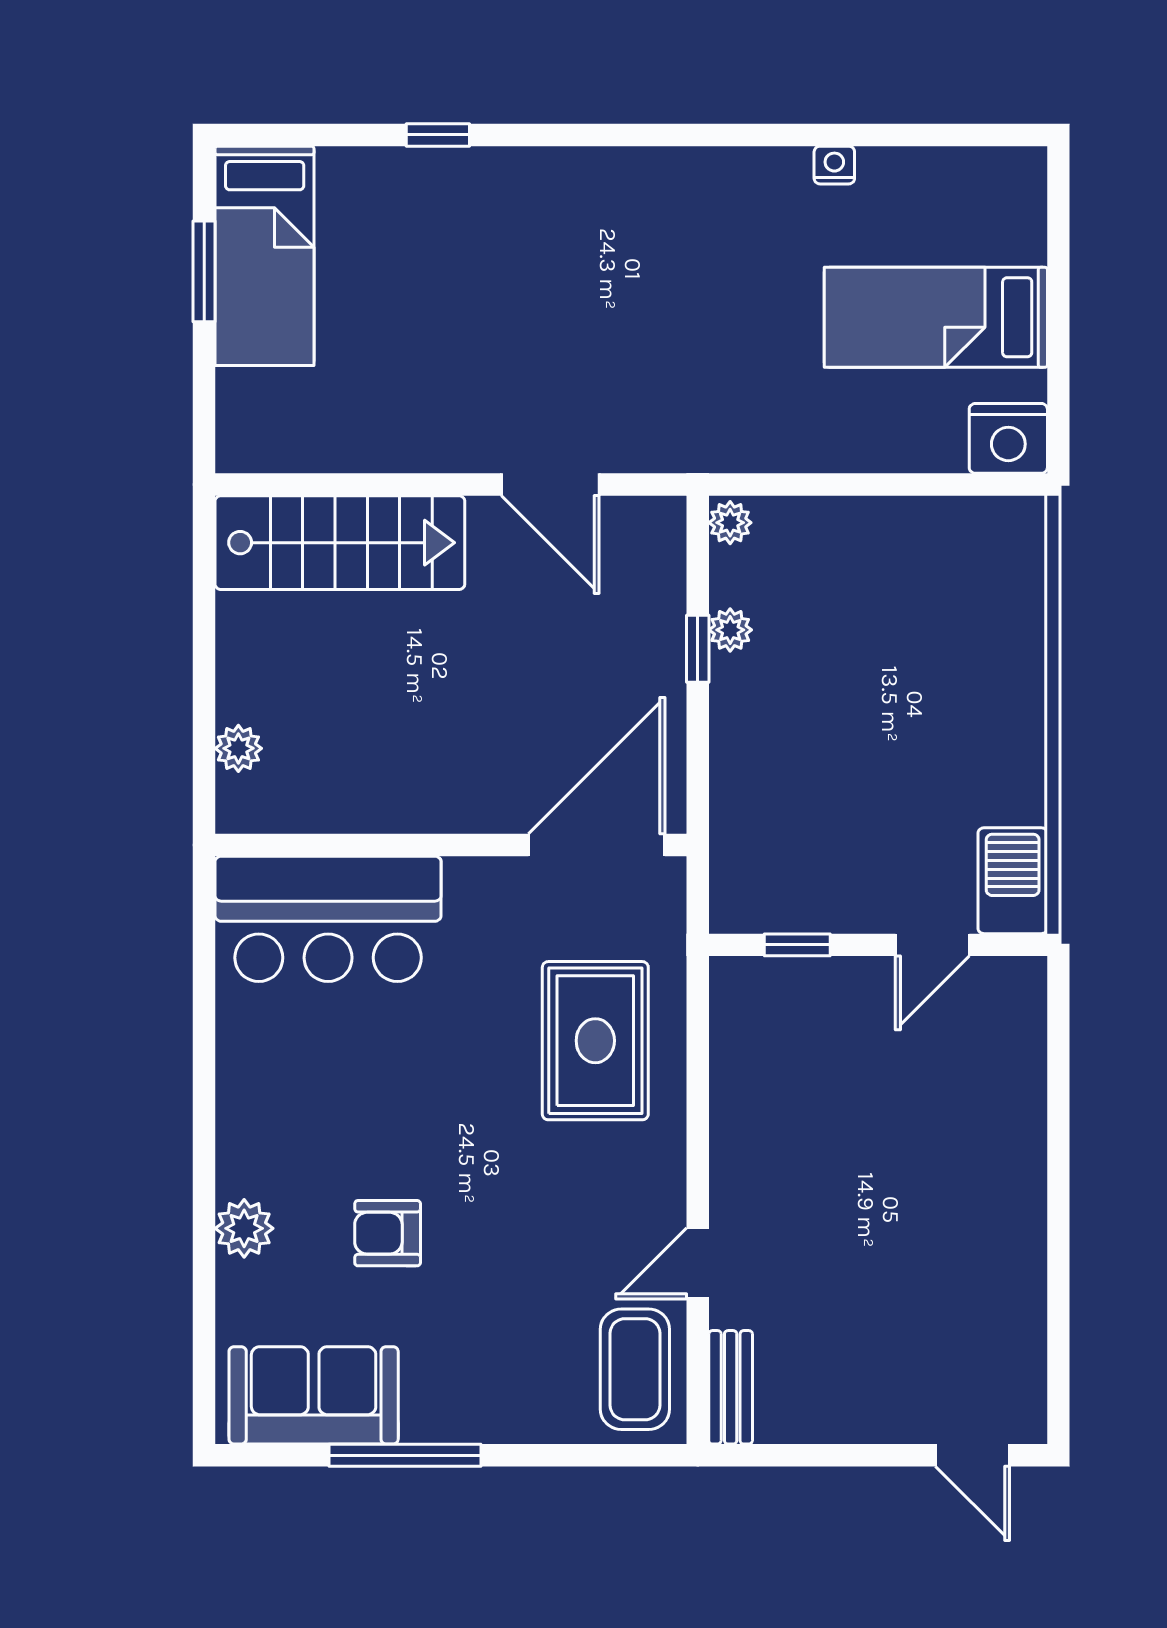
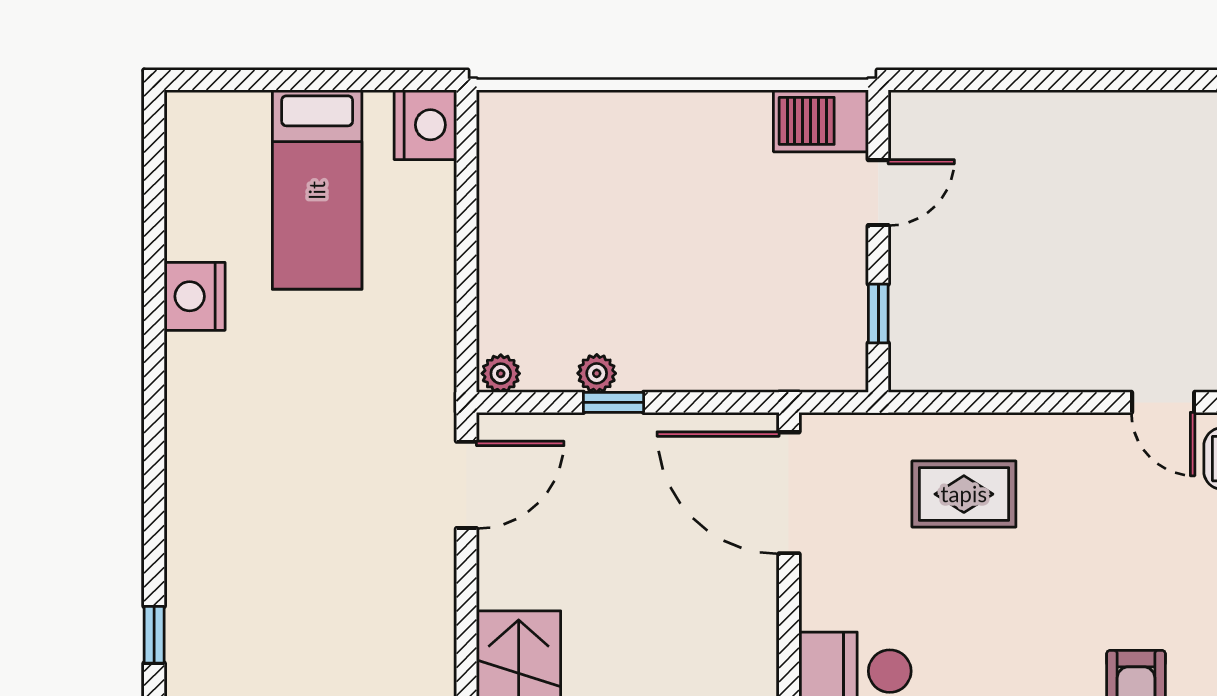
nightstand: (834, 165) -> (195, 296), width x1.89, depth x1.79
door: (550, 484) -> (467, 485), moved
door: (932, 945) -> (878, 193), hinge flipped
rug: (595, 1041) -> (964, 494), width x0.73, depth x0.70

